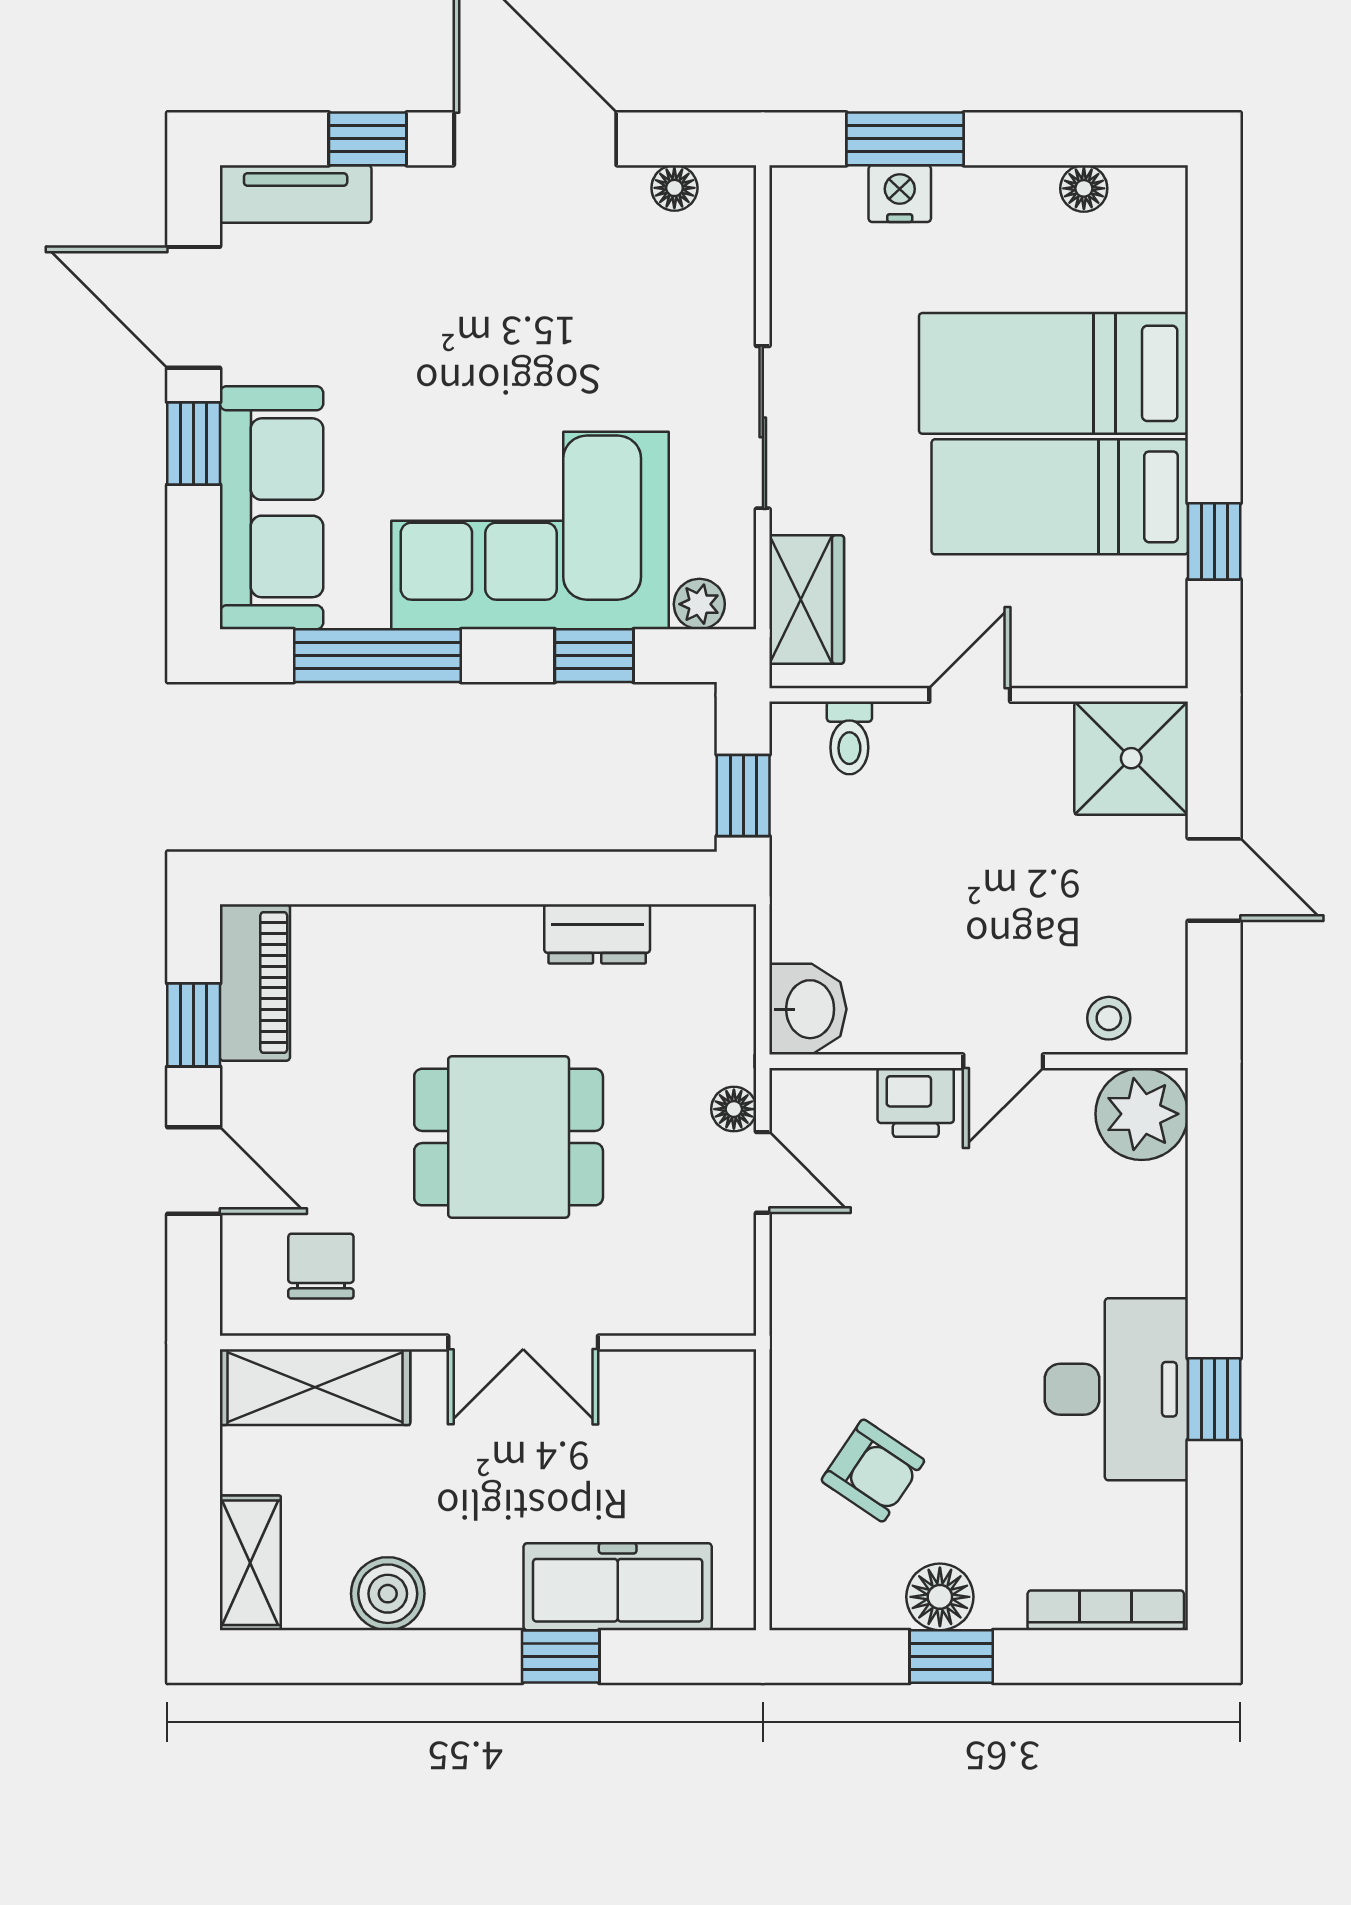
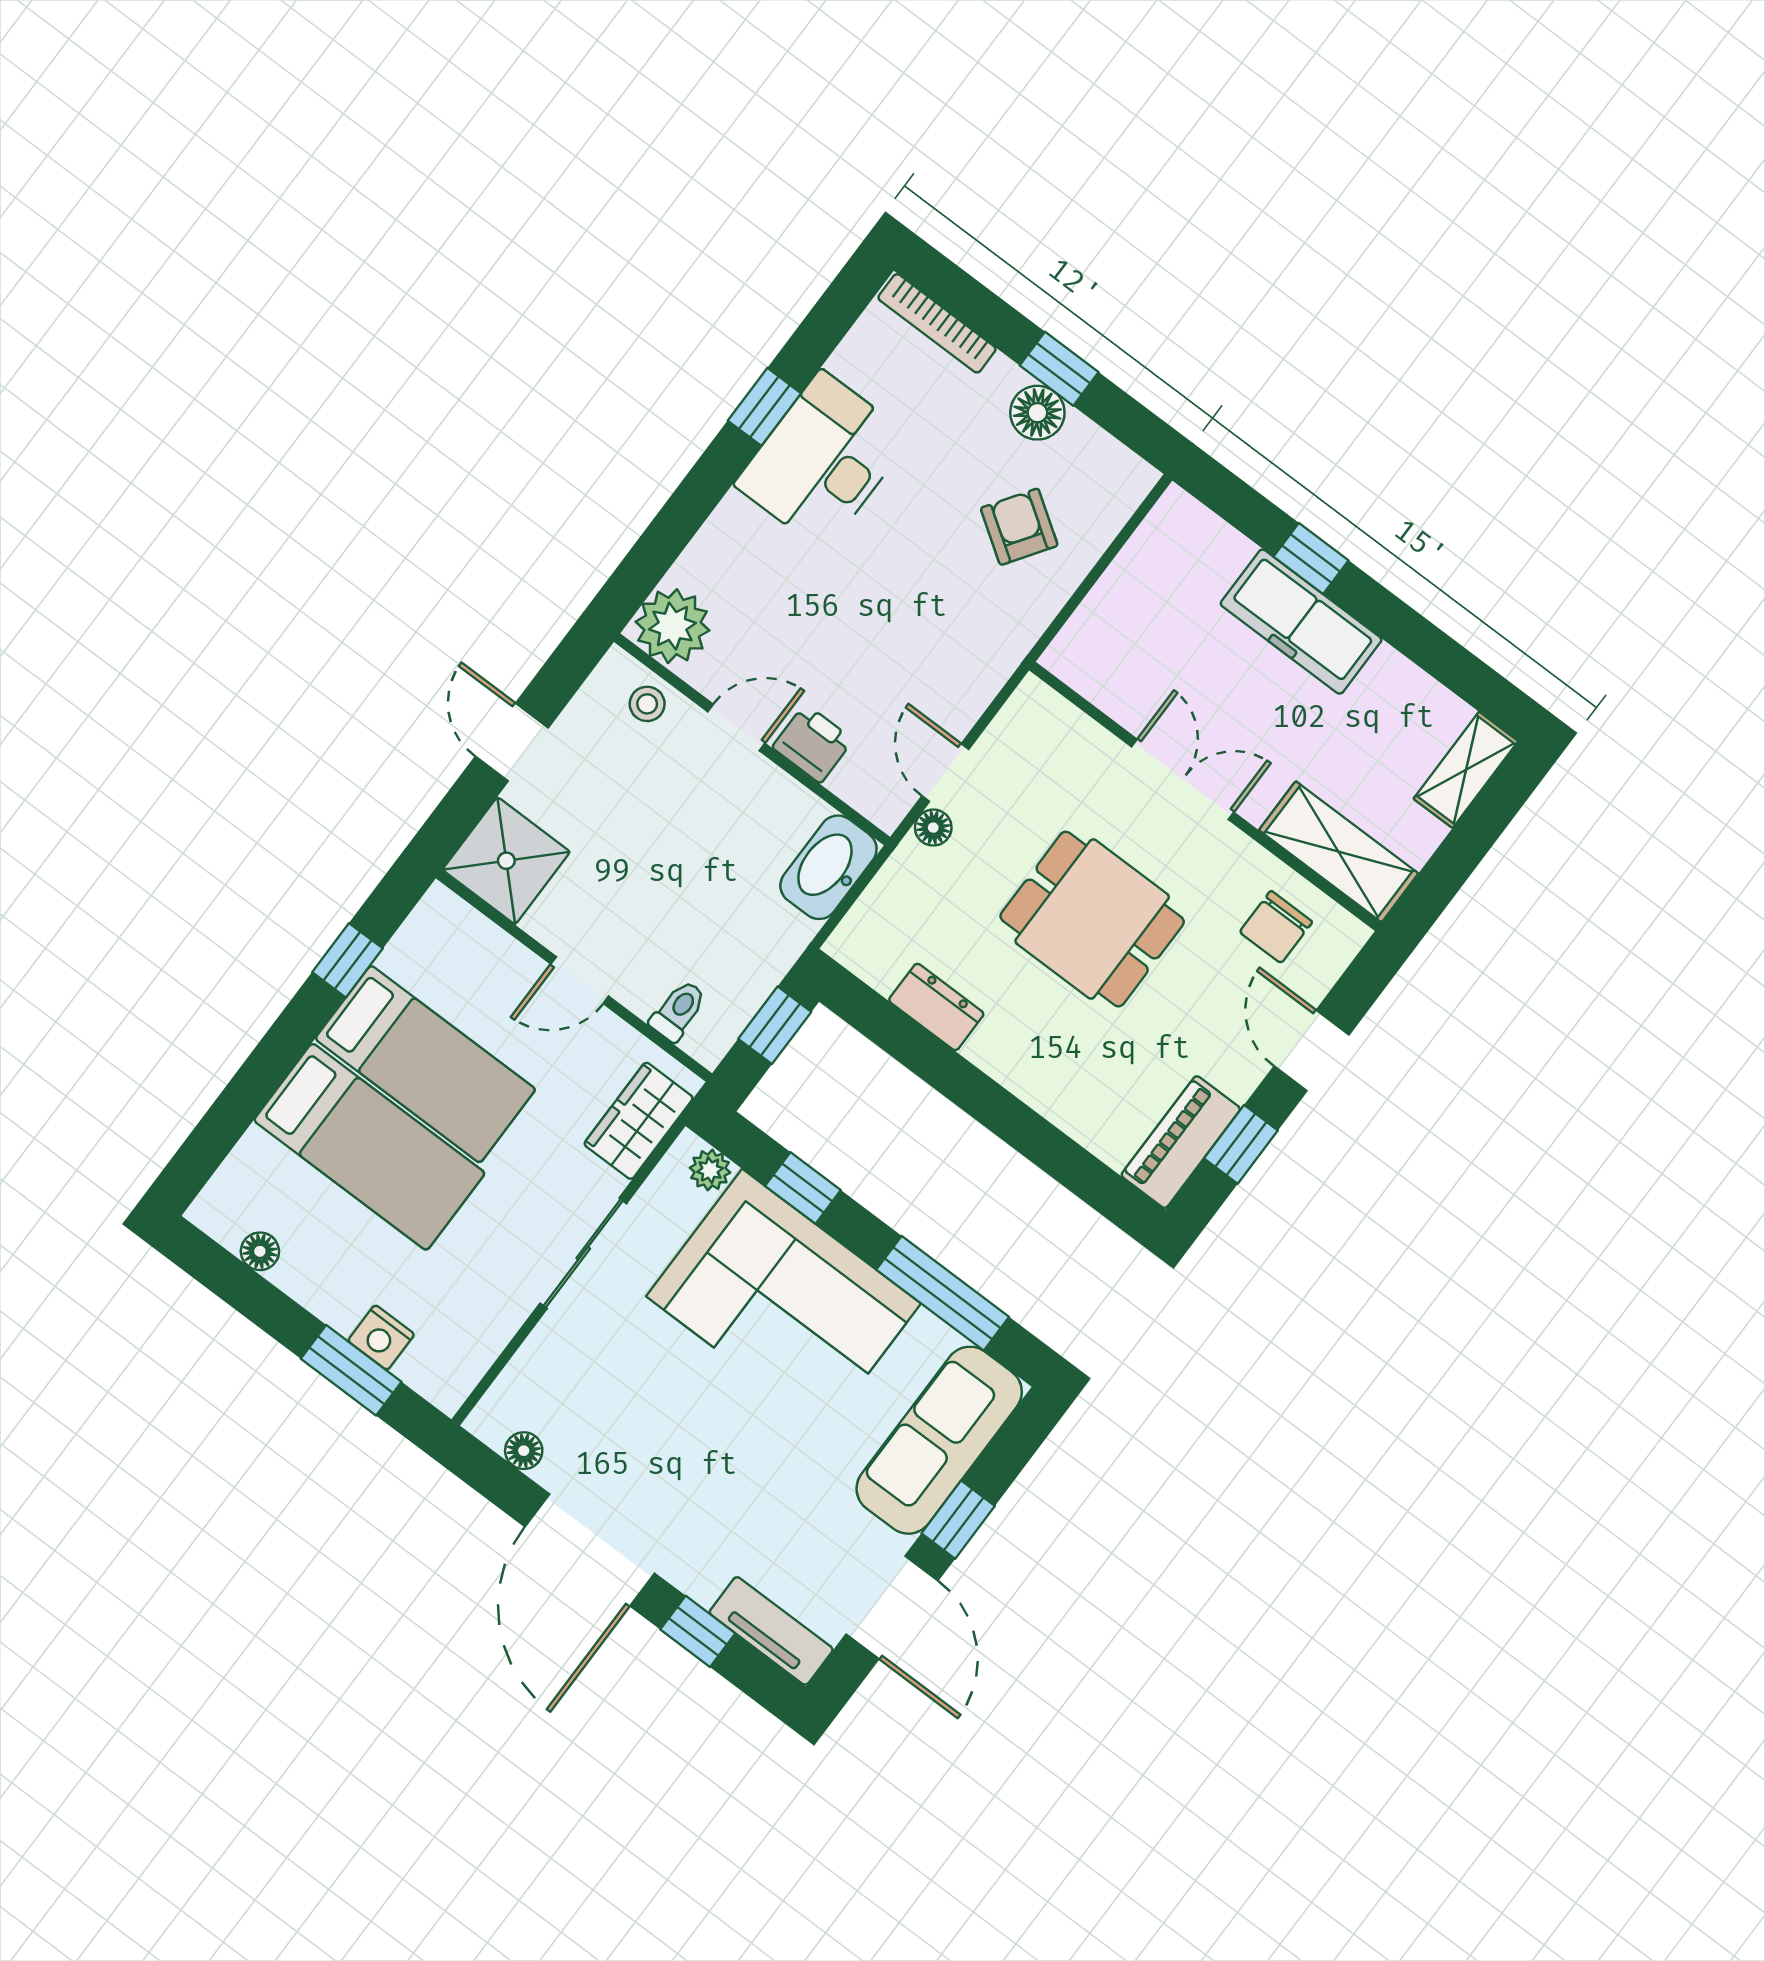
washbasin: (808, 1009) -> (828, 867), width x1.38
freezer: (618, 1587) -> (1301, 622), moved
boiler: (388, 1594) -> (1392, 683), removed

